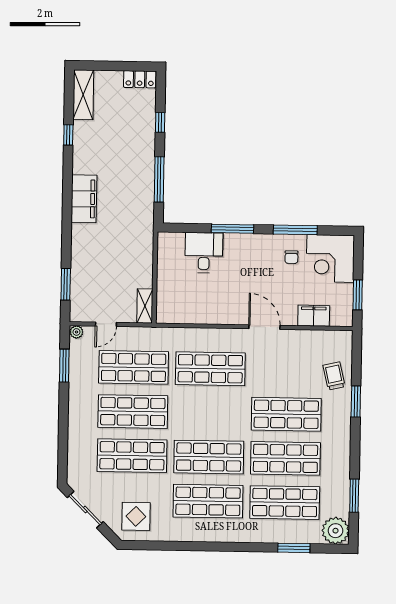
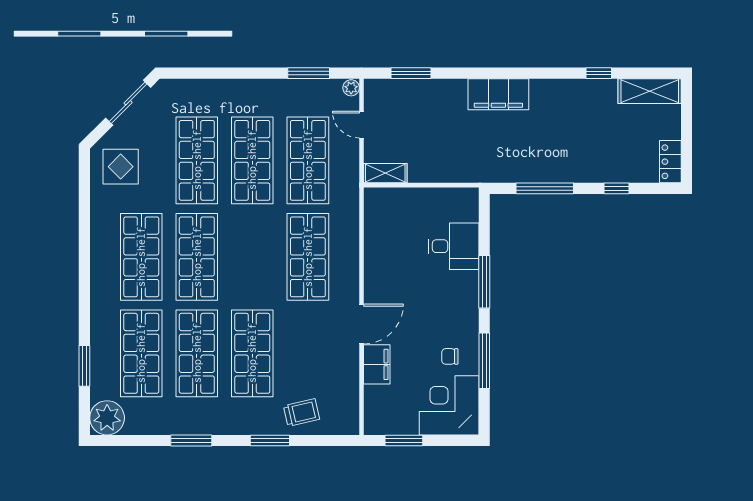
filing cabinet: (84, 199) -> (498, 94), moved
filing cabinet: (314, 316) -> (377, 364), moved
window: (354, 496) -> (191, 441), moved

